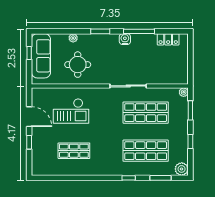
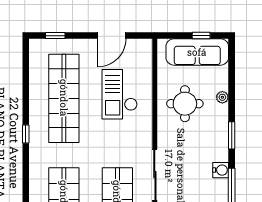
window: (29, 142) -> (55, 36), moved
shop shelf: (74, 151) -> (64, 98), width x2.00, depth x1.36
window: (129, 178) -> (26, 134), moved

